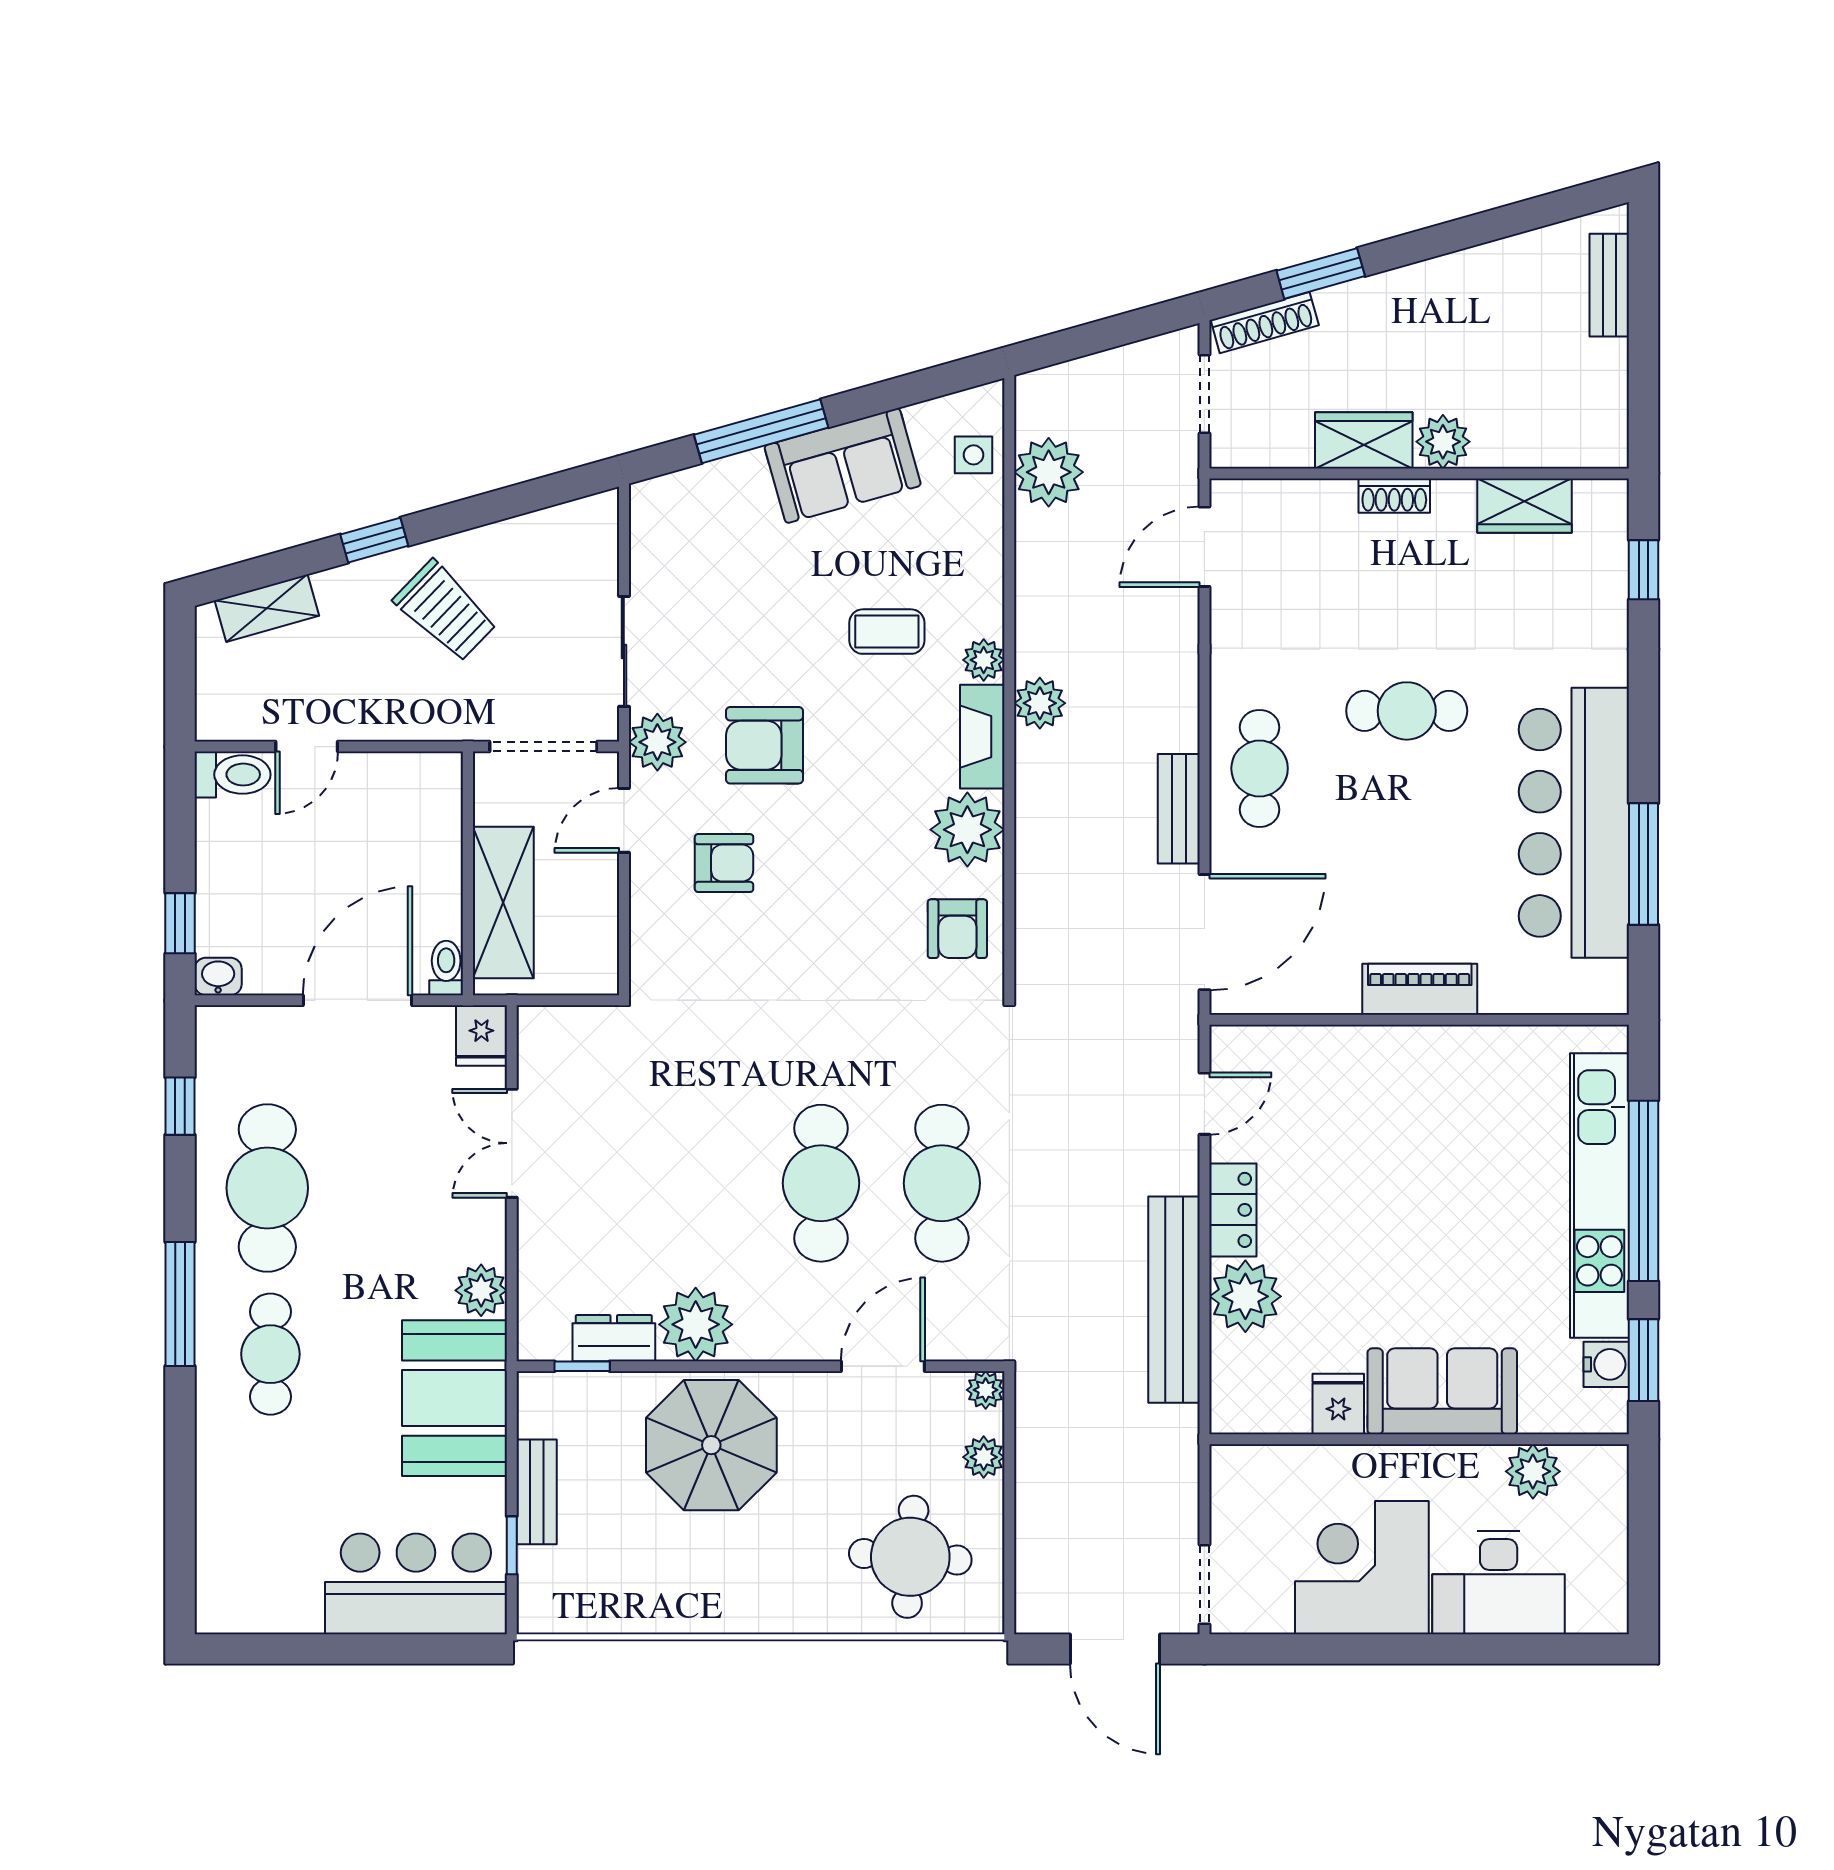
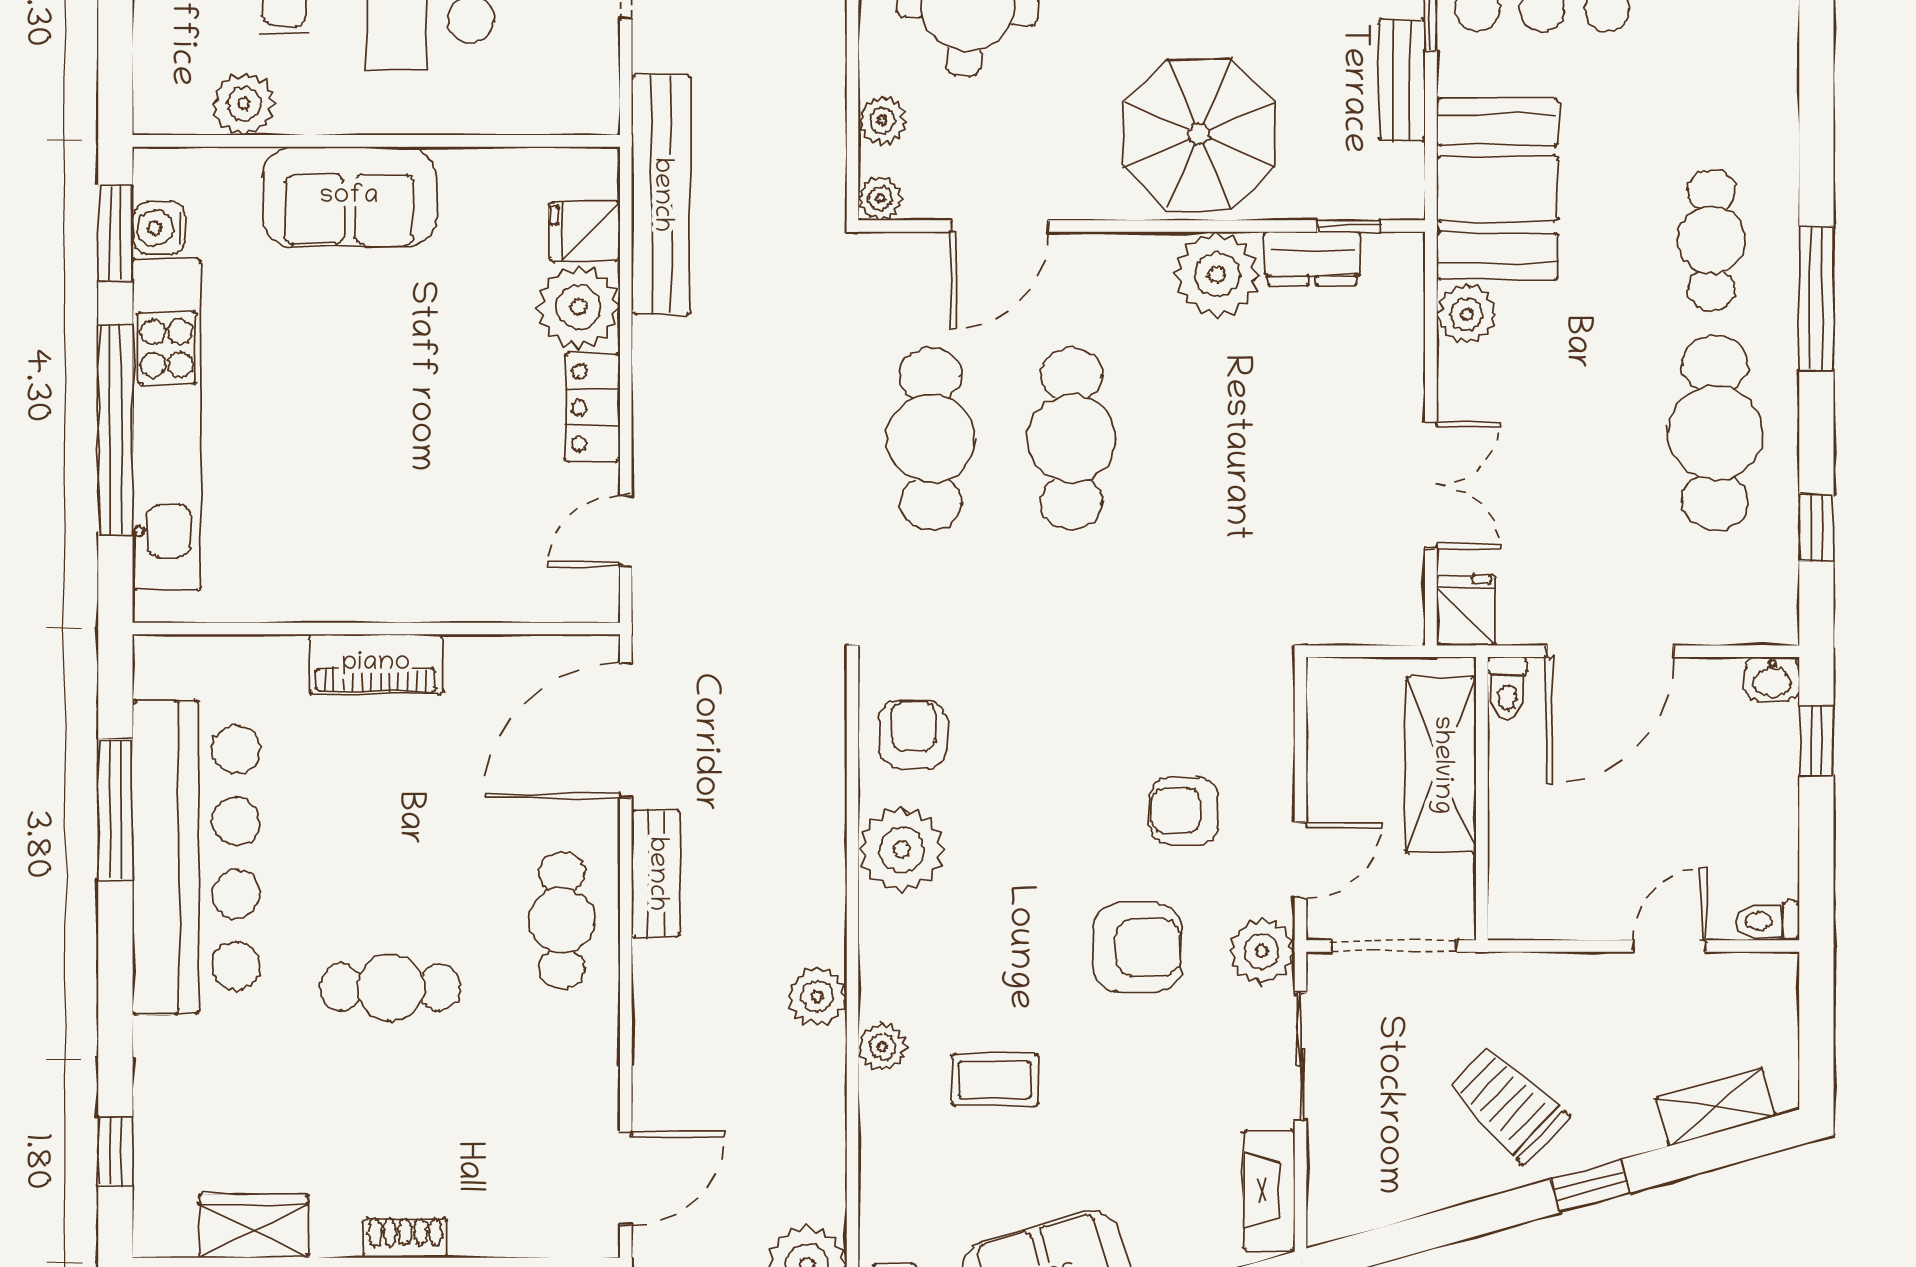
fireplace: (982, 737) -> (1269, 1190), moved, turned 180
toilet: (233, 775) -> (1768, 921), width x0.73, depth x0.72
bench: (1174, 1300) -> (661, 195), moved
fridge: (1338, 1404) -> (585, 231), moved, turned 90

